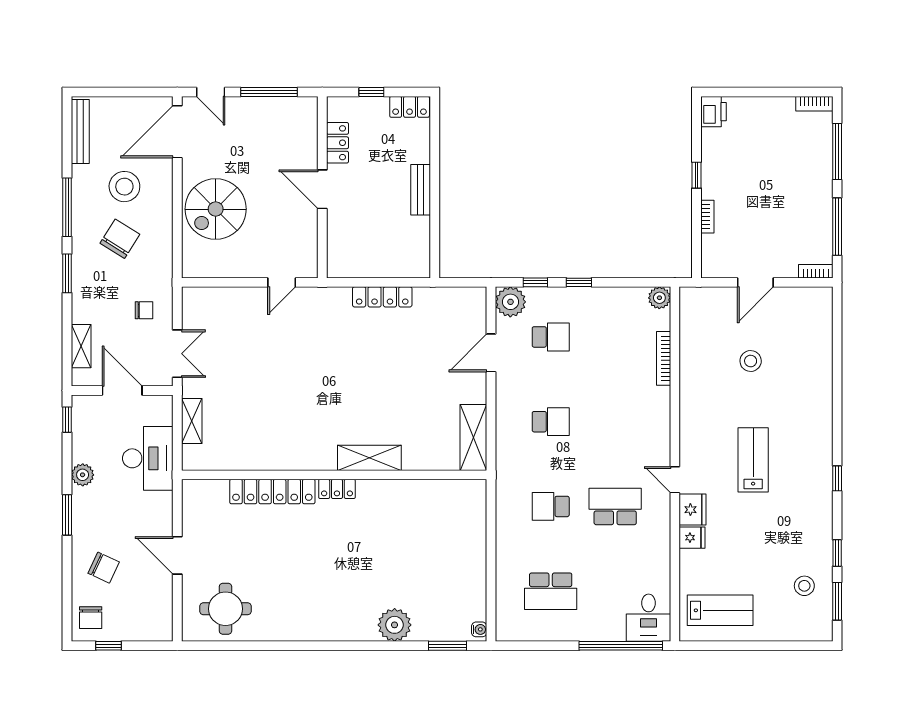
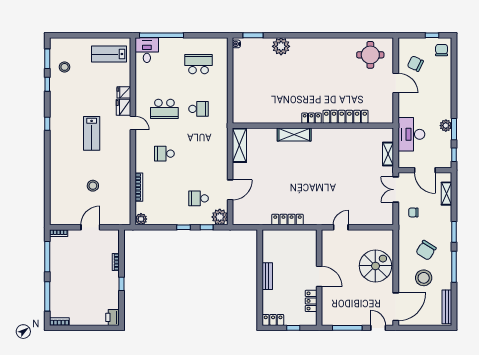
school desk: (551, 422) -> (164, 154), moved
window: (67, 515) -> (454, 129), moved
chair: (104, 568) -> (415, 64), moved

